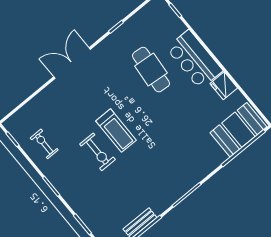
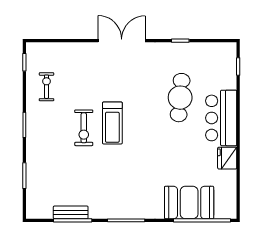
booth: (238, 130) -> (189, 203), moved

